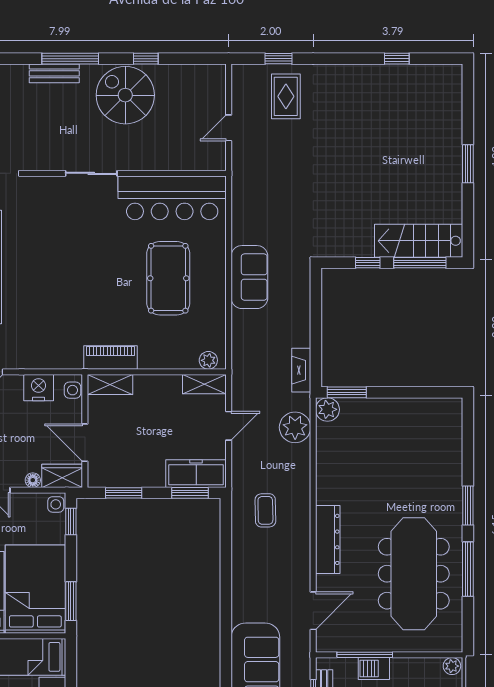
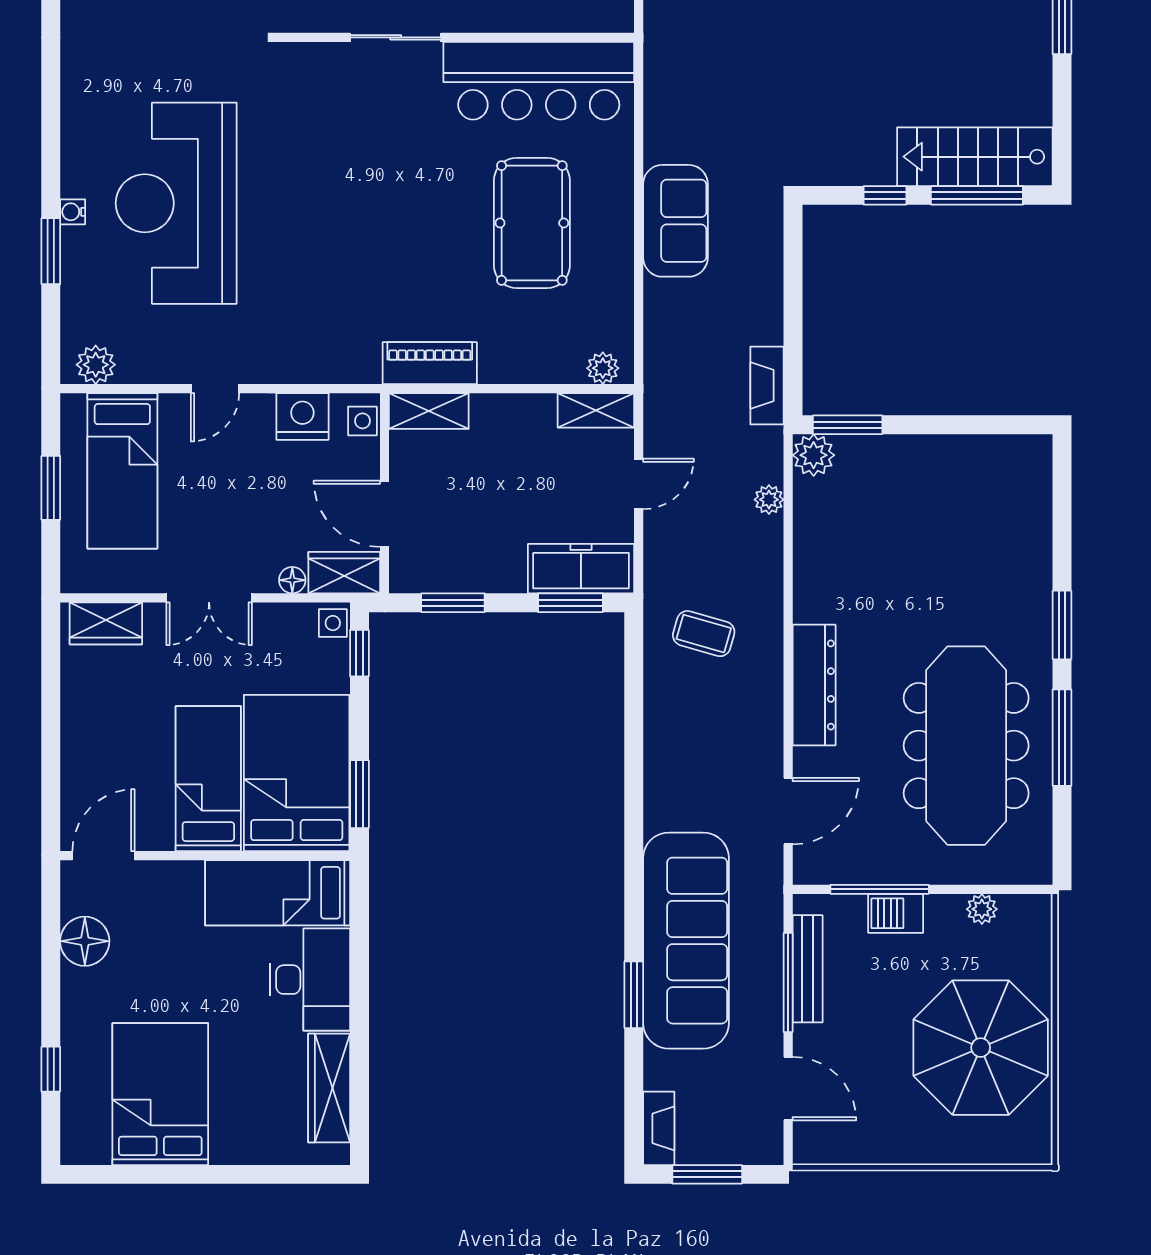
plant: (295, 427) -> (769, 500), width x0.53, depth x0.53
coffee table: (265, 510) -> (704, 634), turned -73
plant: (452, 666) -> (982, 909), moved

